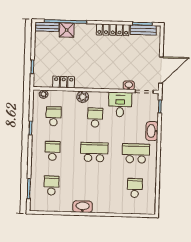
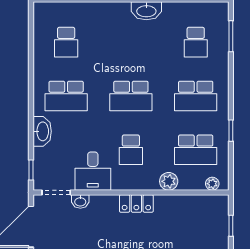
locker: (64, 82) -> (136, 203), moved
plant: (83, 97) -> (169, 181), moved
school desk: (54, 116) -> (196, 150), width x1.85
school desk: (53, 151) -> (196, 96), width x1.85

